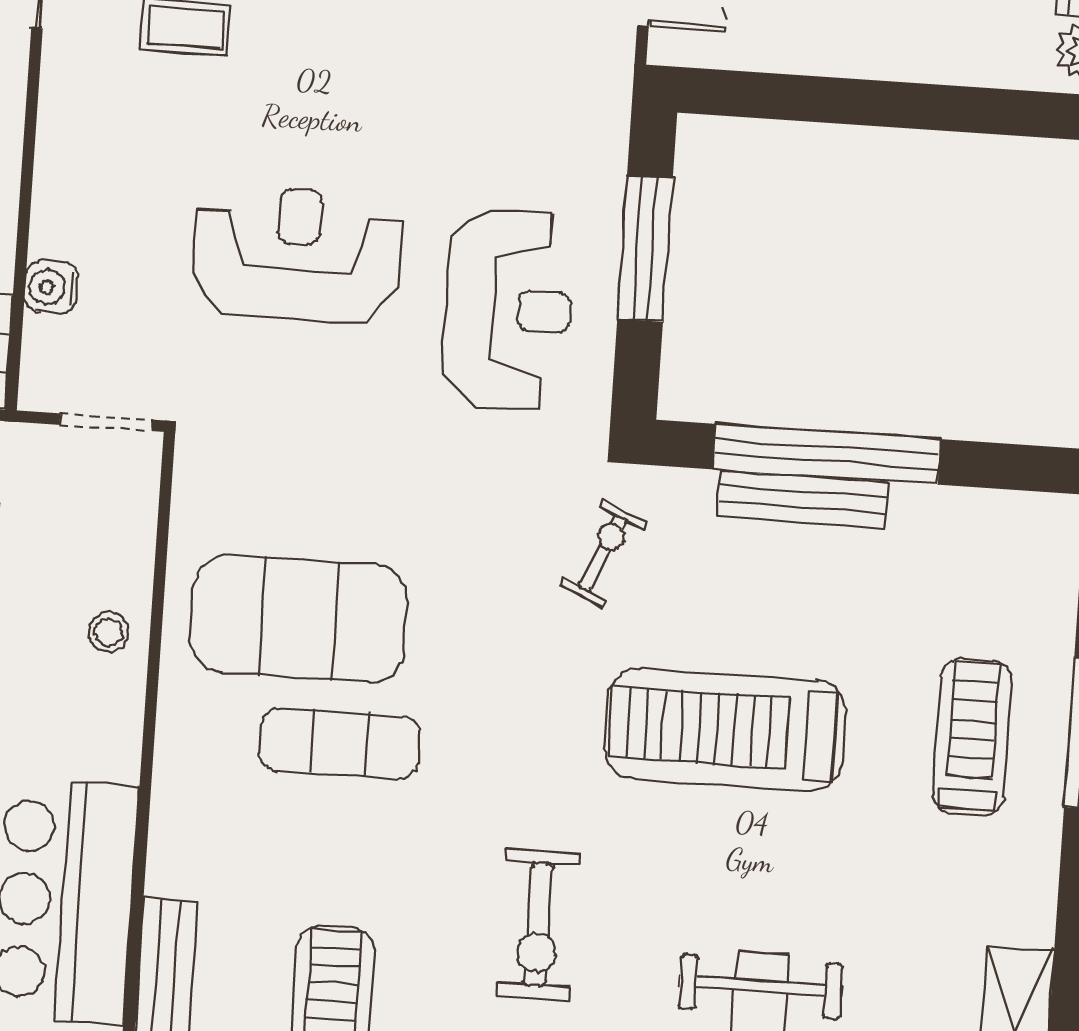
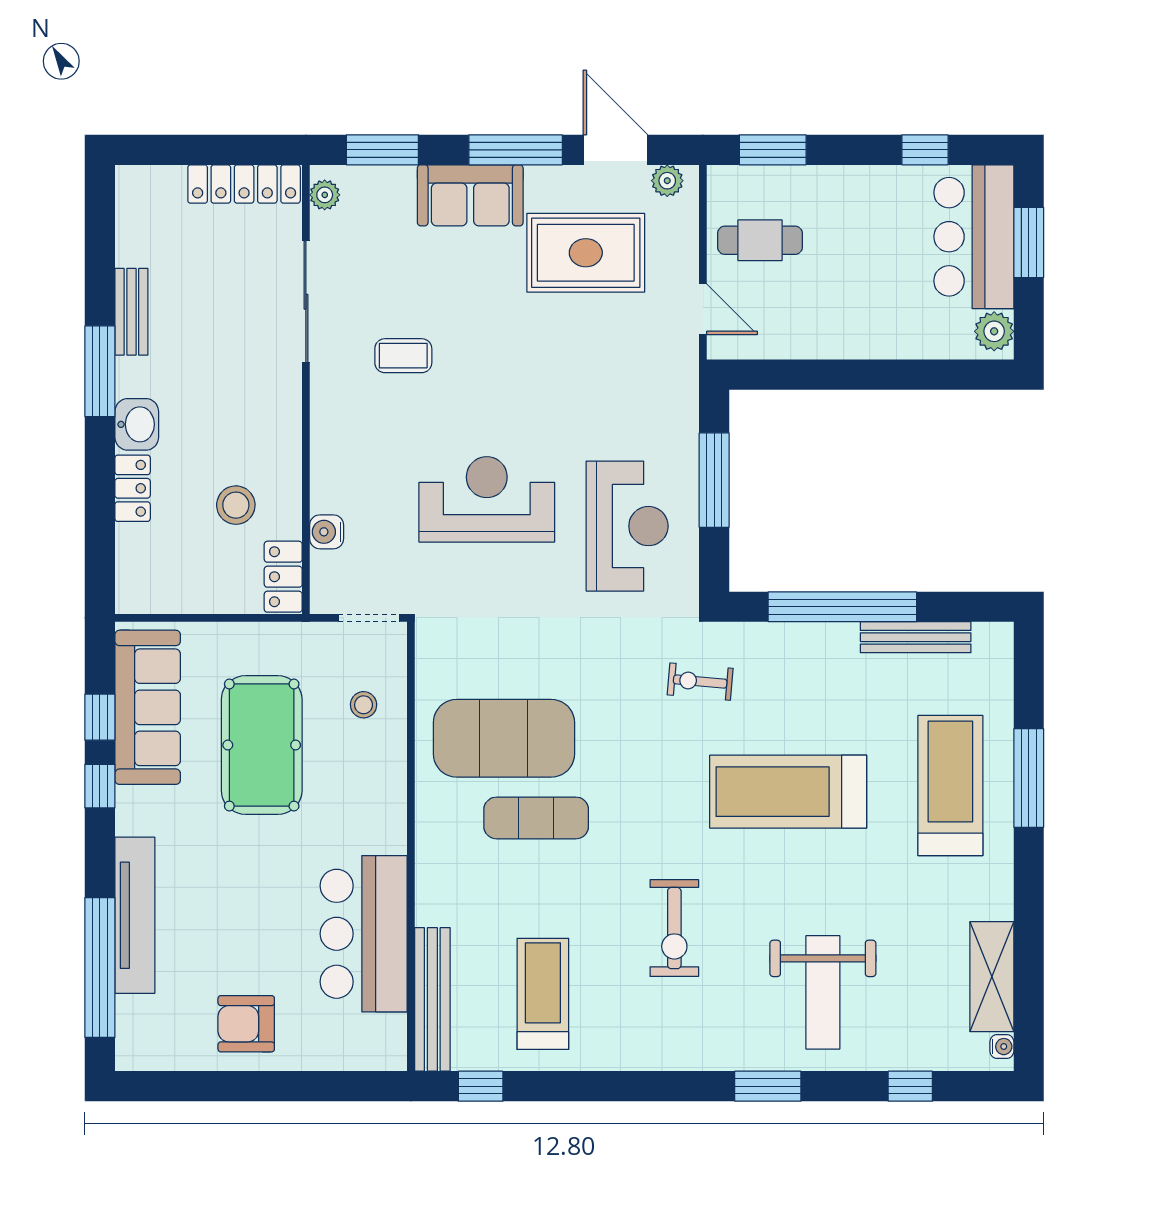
bench: (803, 499) -> (916, 637), moved
exercise bike: (603, 553) -> (700, 682), turned -109
stool: (109, 632) -> (364, 705), moved
treadmill: (972, 737) -> (950, 786), width x1.37, depth x1.38

